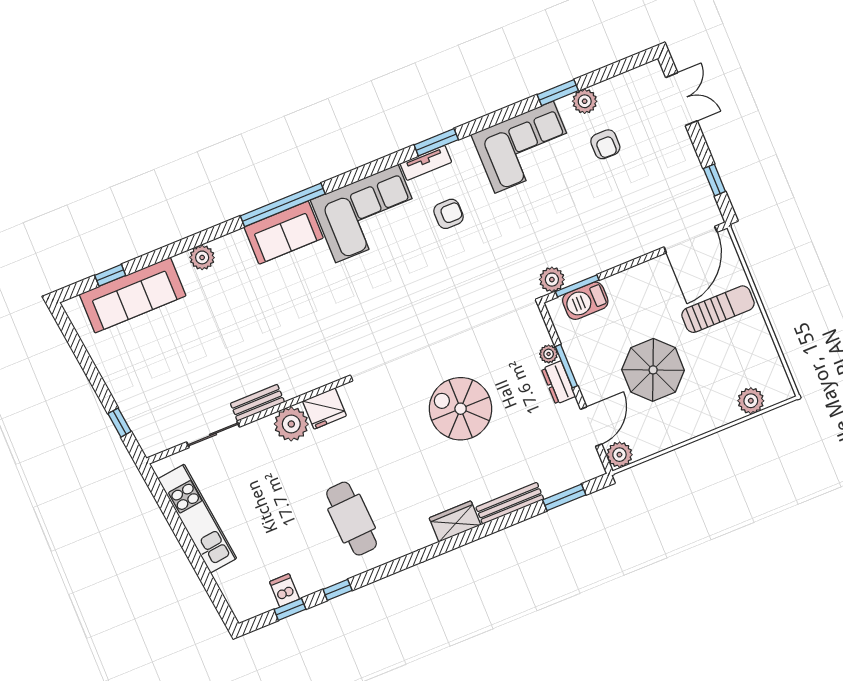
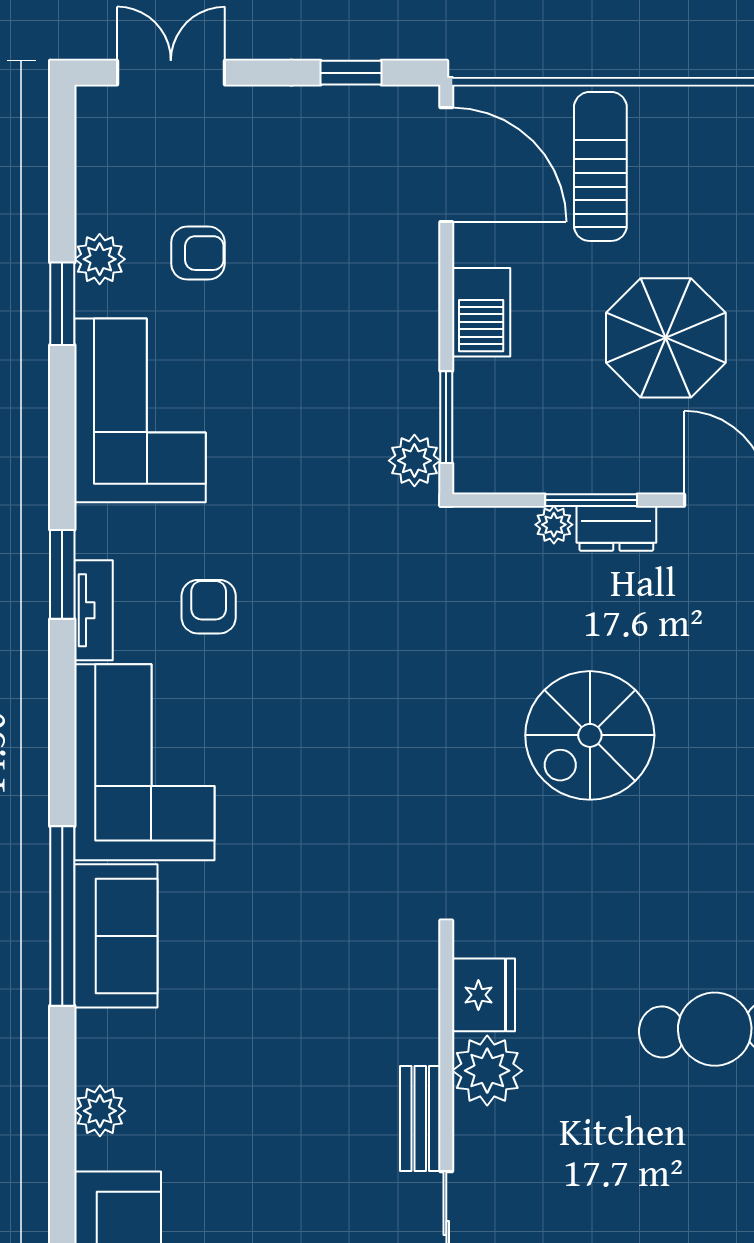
barbecue: (585, 301) -> (481, 312), moved

